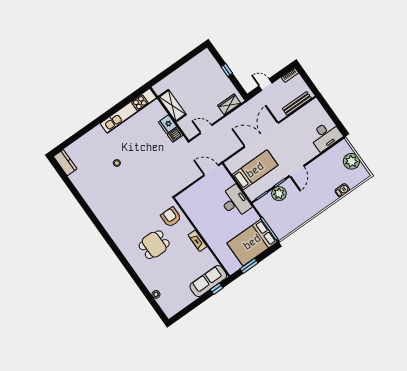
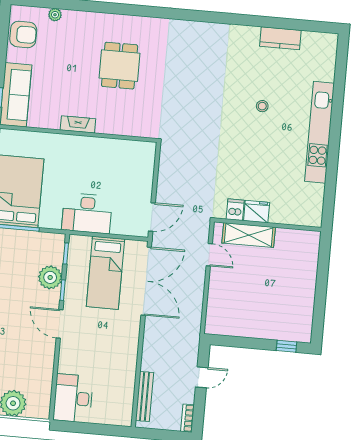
window: (227, 70) -> (287, 346), moved
wardrobe: (229, 104) -> (216, 310), removed
shelving: (172, 106) -> (249, 235), moved
kitchen unit: (128, 111) -> (320, 132), moved
door: (206, 129) -> (209, 255), hinge flipped
double door: (261, 135) -> (146, 281), moved
kitchen counter: (65, 163) -> (280, 38), moved
armchair: (171, 217) -> (23, 34), moved

